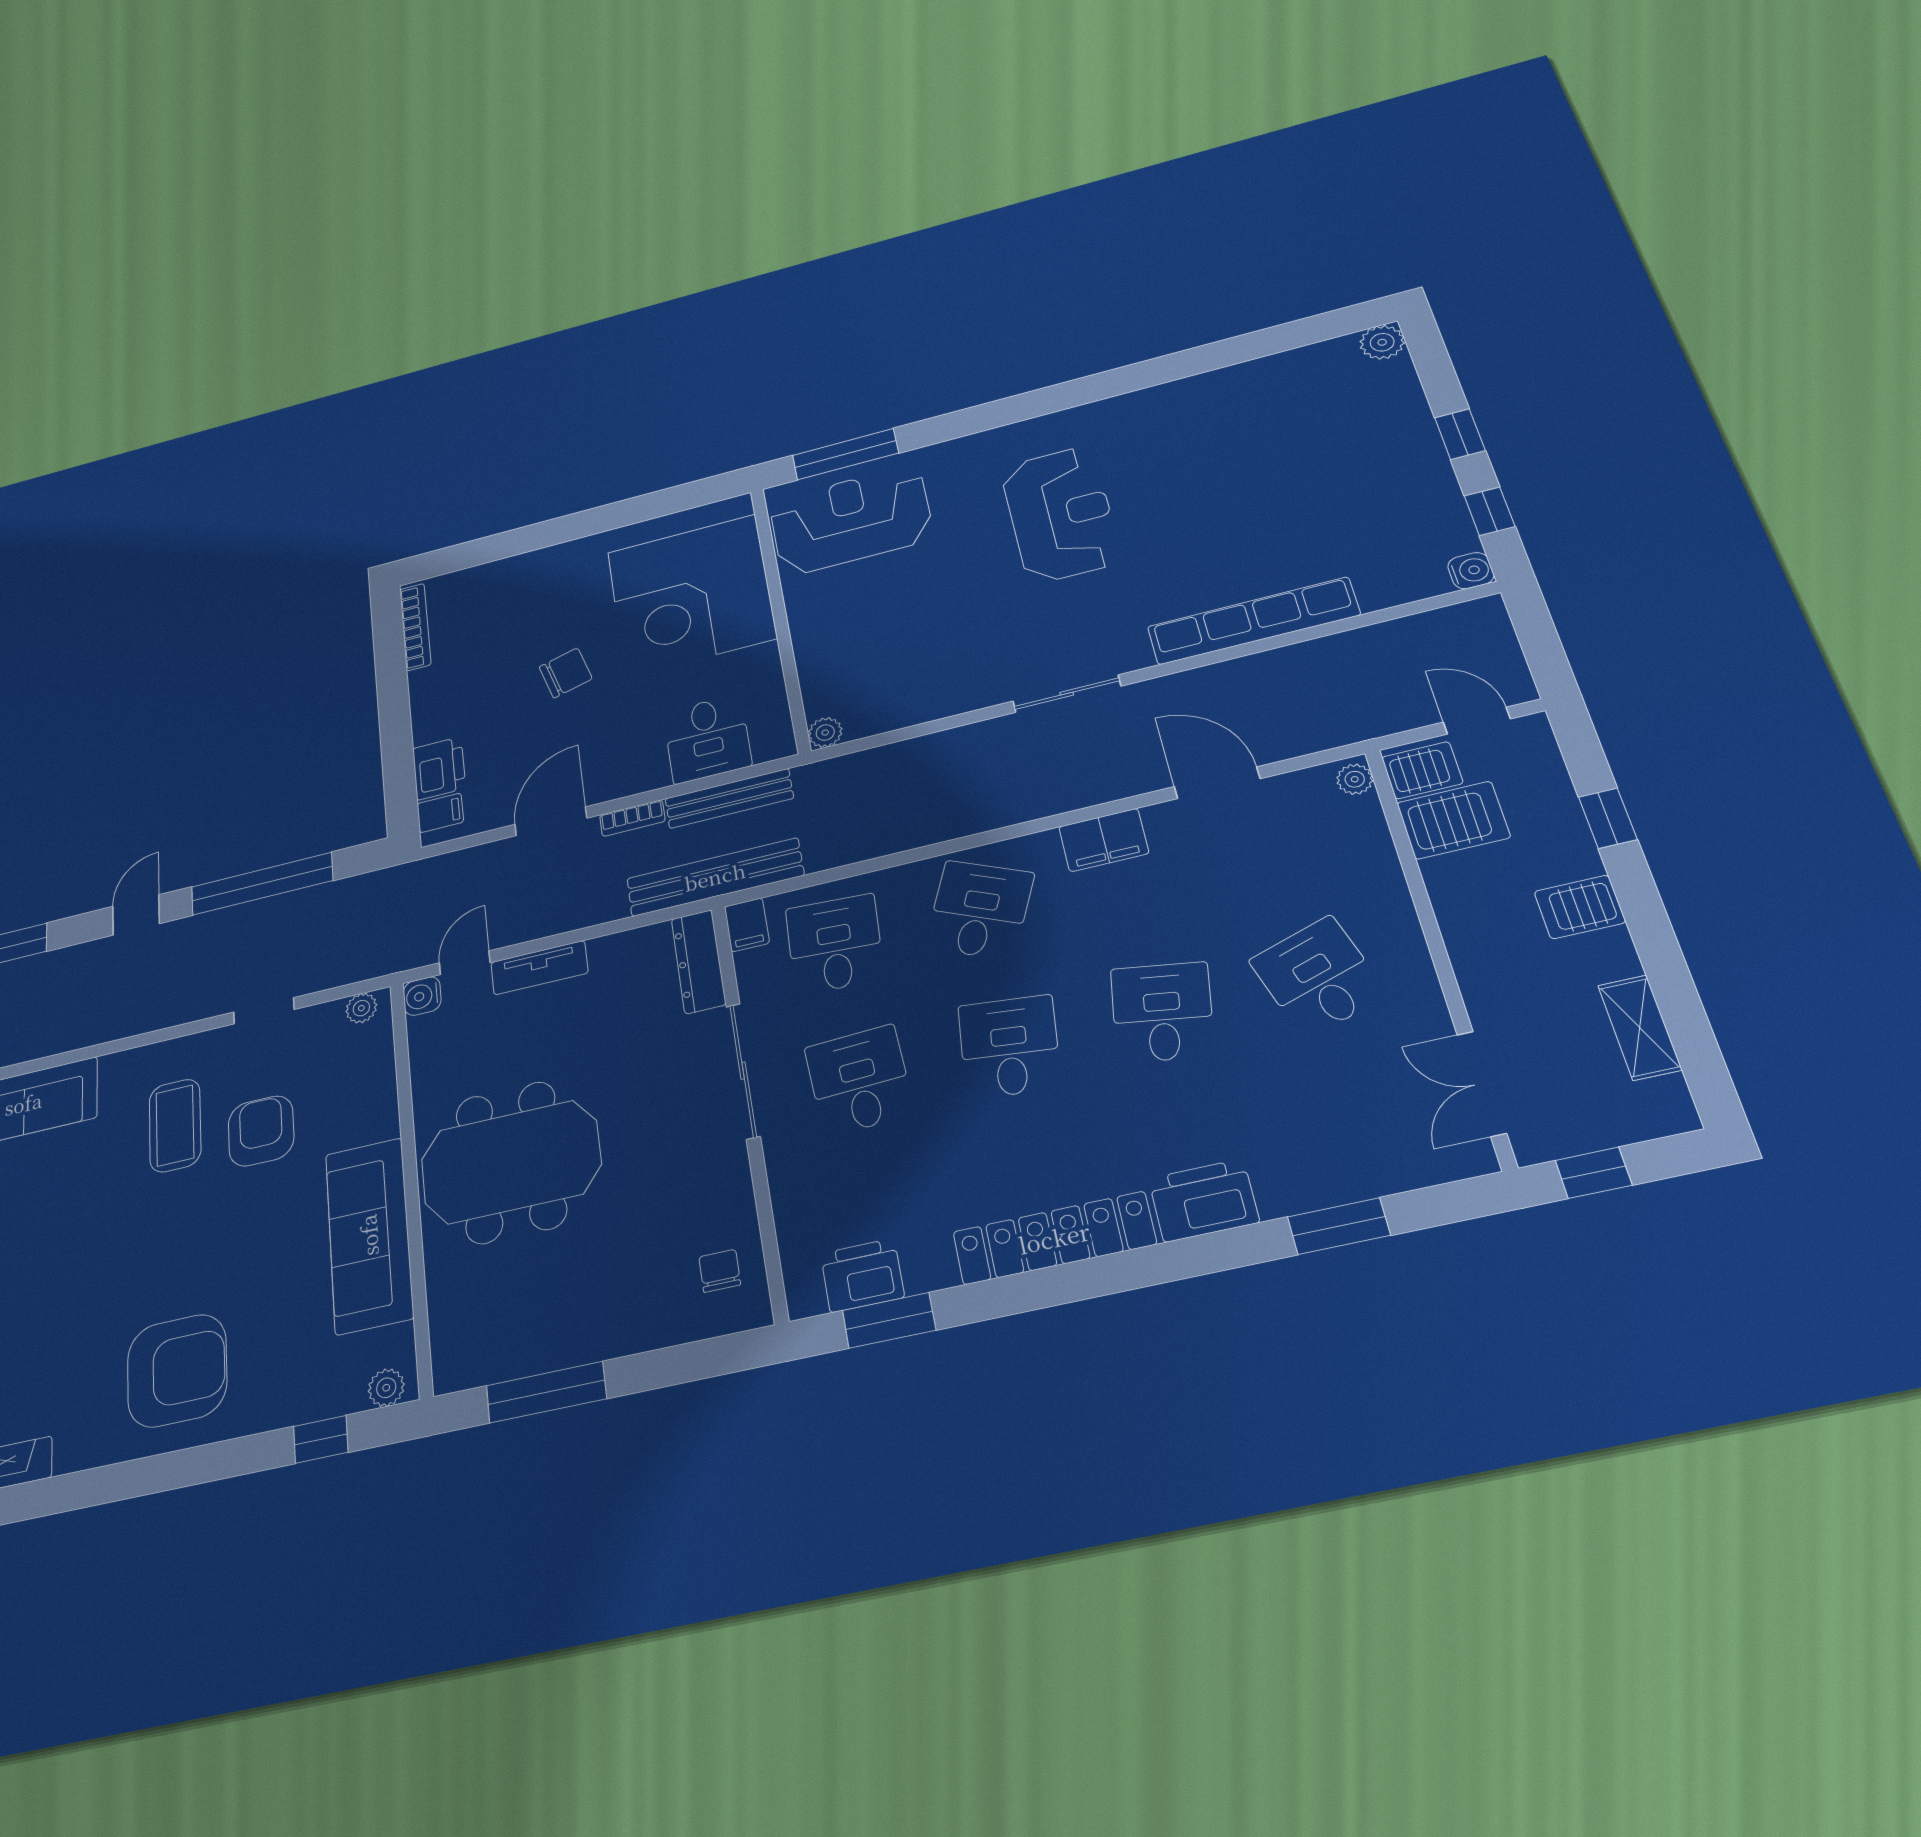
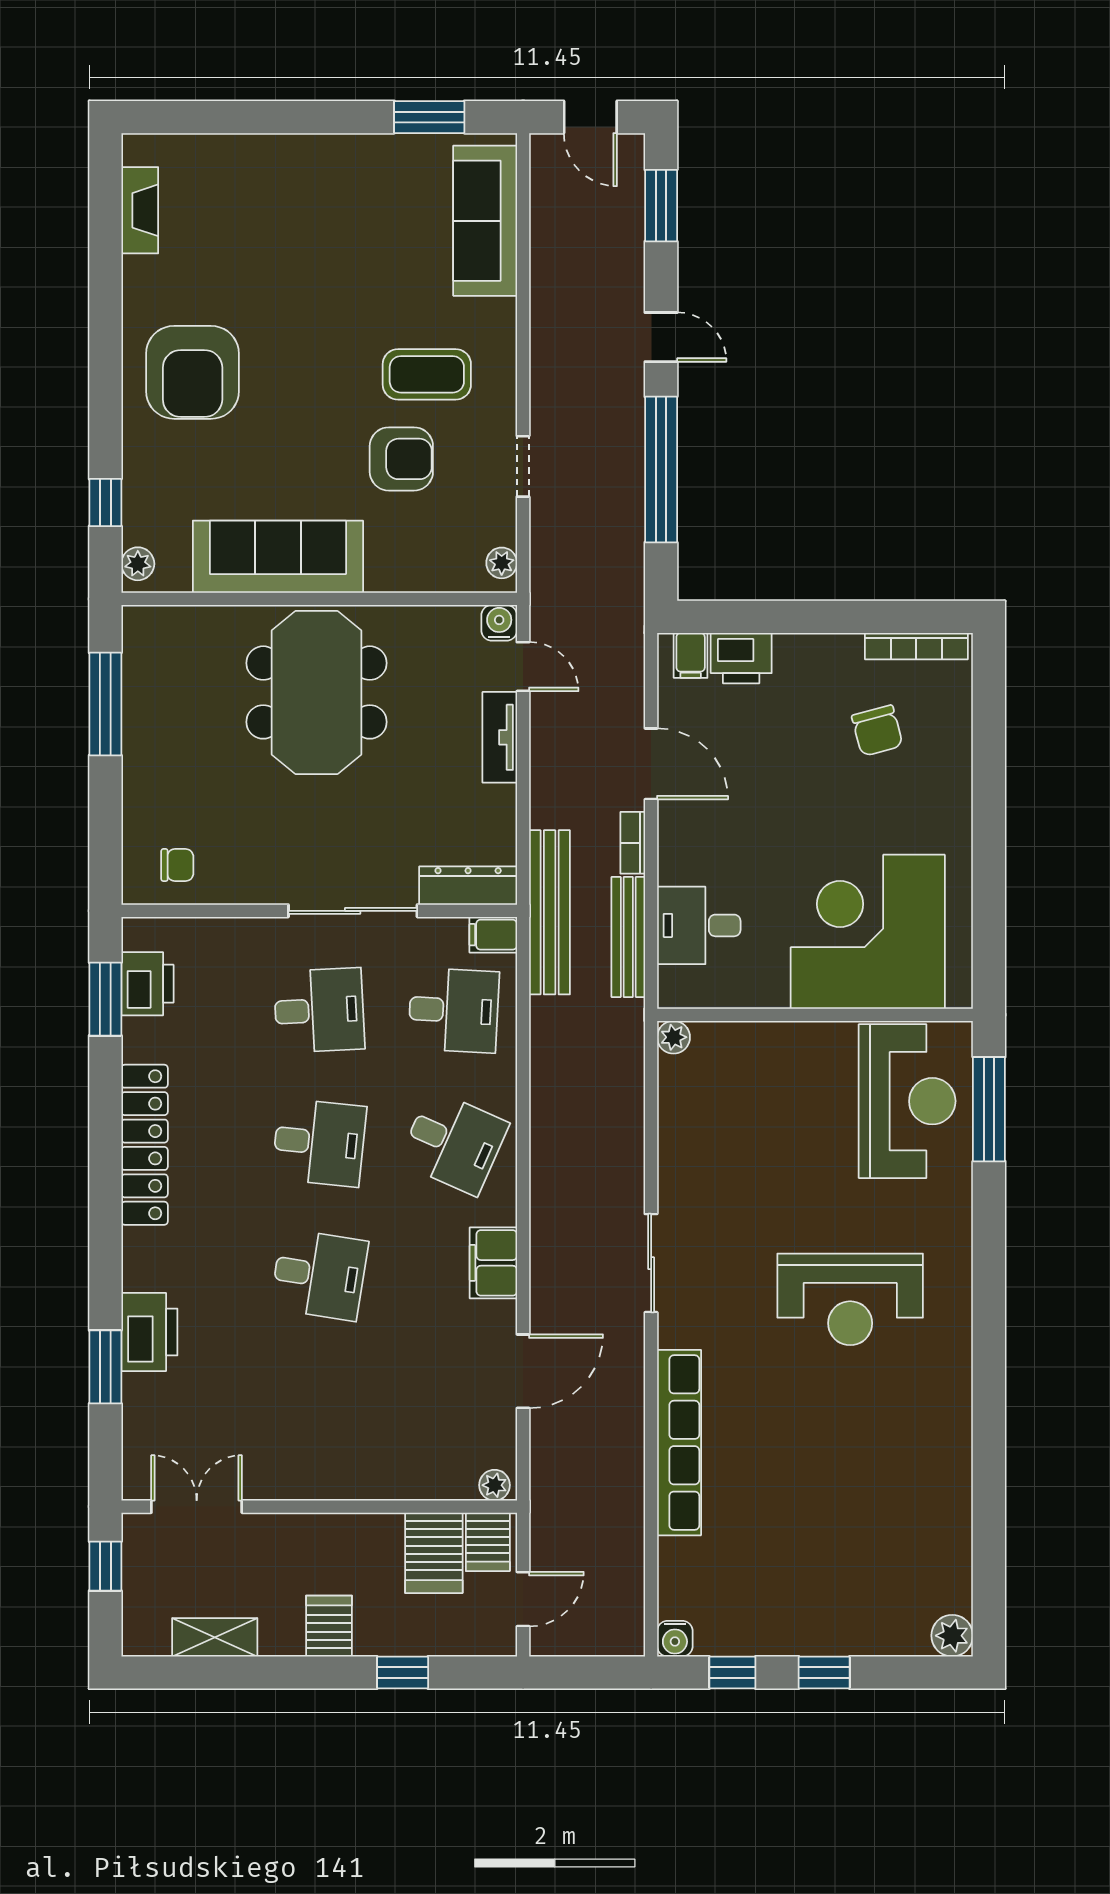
chair: (566, 673) -> (877, 731), moved
desk: (1318, 977) -> (319, 1407), removed
printer: (1204, 1200) -> (149, 1332), moved

